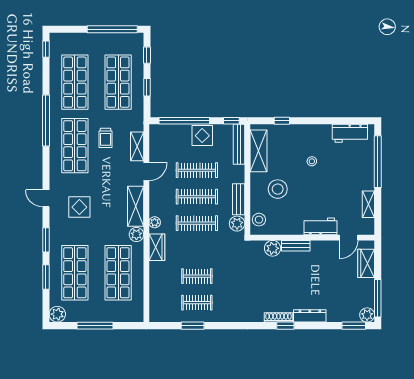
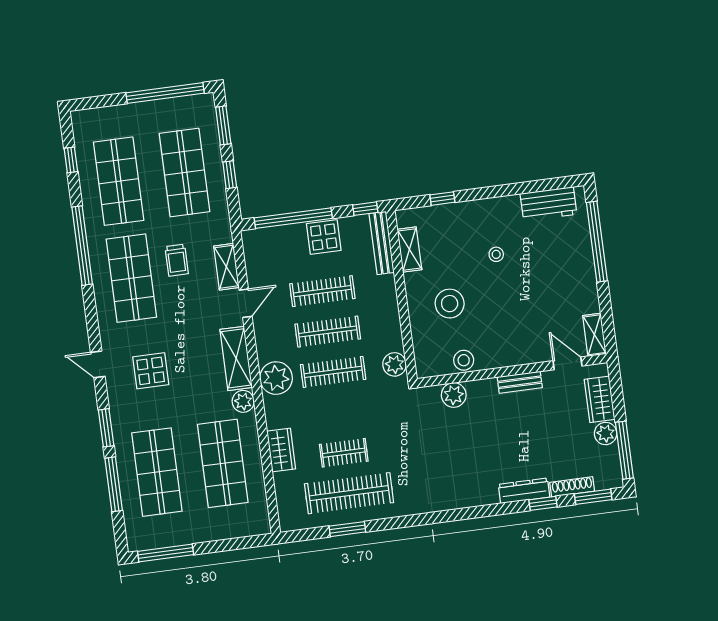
window: (46, 49) -> (71, 160), moved
window: (147, 55) -> (223, 125), width x1.50
shelving: (258, 151) -> (409, 250), width x0.67, depth x0.75
bench: (239, 199) -> (392, 327), removed
shelving: (368, 204) -> (594, 335), moved
stool: (259, 220) -> (464, 360), moved
plant: (155, 222) -> (276, 378), width x1.88, depth x1.88
workbench: (320, 226) -> (522, 352), removed
door: (349, 238) -> (568, 363), swing flipped
bench: (296, 246) -> (520, 382), moved
wardrobe: (157, 247) -> (281, 450), moved
window: (46, 277) -> (114, 484), width x1.44
clothes rail: (197, 303) -> (349, 493), width x1.86, depth x1.31
plant: (57, 314) -> (138, 539), removed
plant: (367, 315) -> (606, 433), moved
shoe rack: (278, 317) -> (572, 487), moved
window: (95, 326) -> (166, 553), moved
window: (285, 326) -> (543, 503), moved

